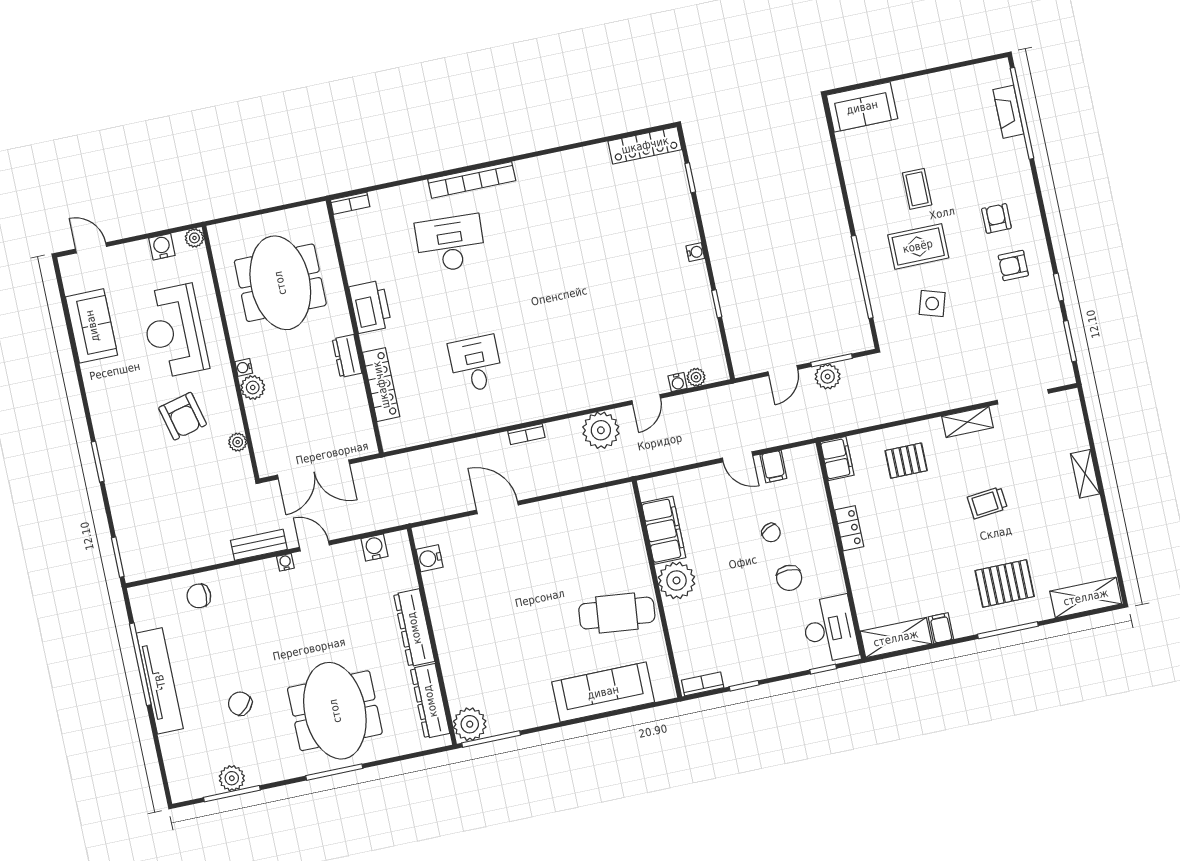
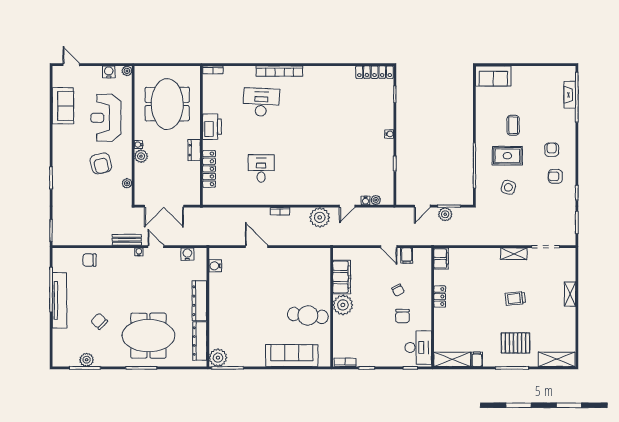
pallet: (906, 461) -> (477, 267), removed
meeting table: (335, 711) -> (148, 336), turned 90

